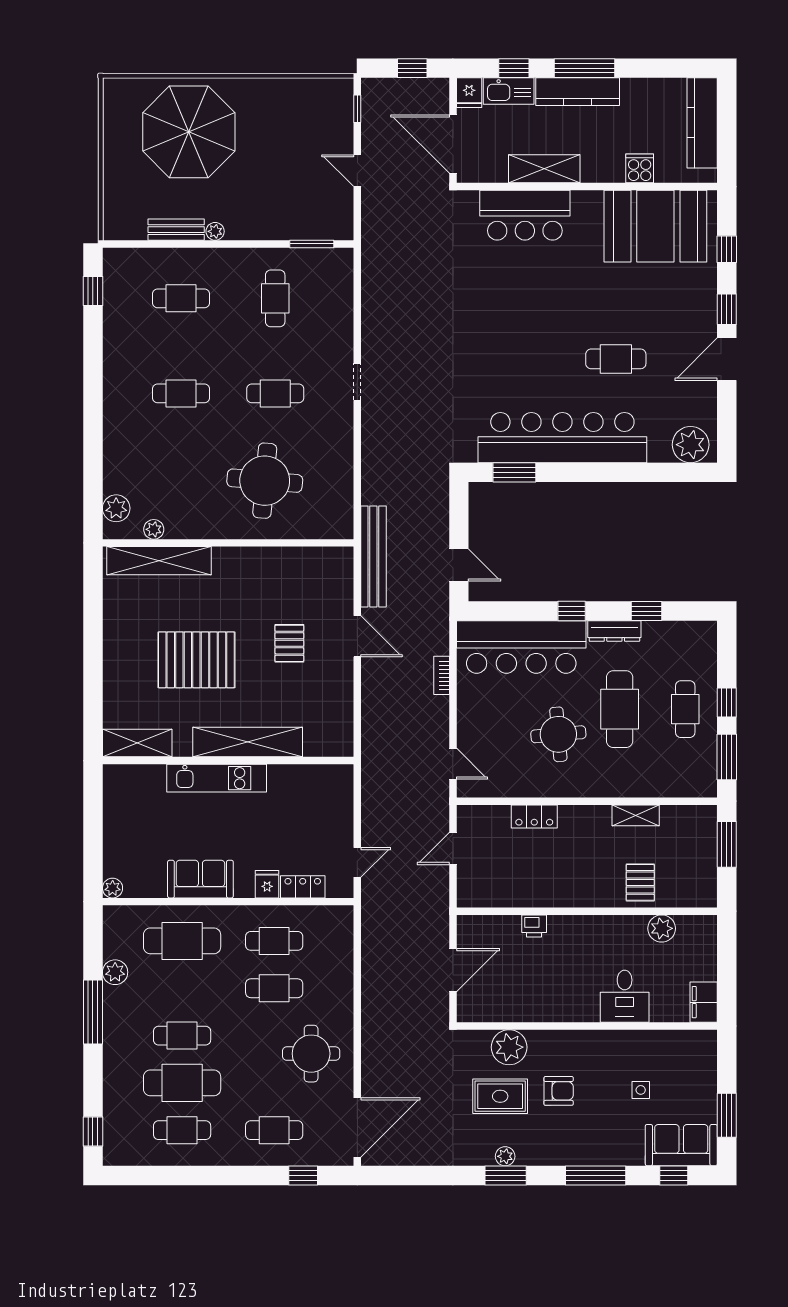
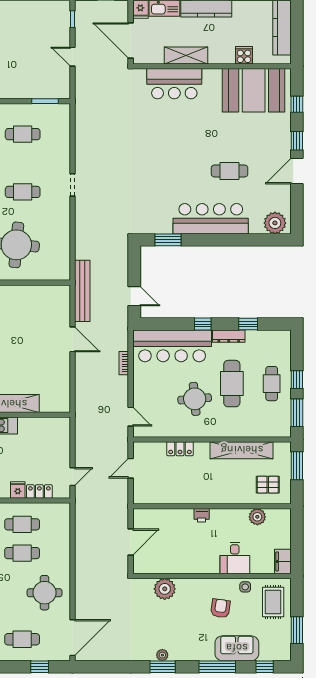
cafe table: (275, 298) -> (23, 134), turned 90
bar counter: (562, 438) -> (211, 219), width x0.73
pallet: (289, 643) -> (31, 344), removed
shelving: (636, 815) -> (242, 450), width x2.20, depth x1.33
pallet: (640, 882) -> (268, 485), moved, turned 90
printer: (534, 926) -> (202, 515), moved
side table: (641, 1090) -> (245, 587), moved
armchair: (559, 1091) -> (220, 608), moved, turned -82
rug: (500, 1096) -> (273, 602), moved, turned 90
sofa: (681, 1145) -> (237, 648), moved

